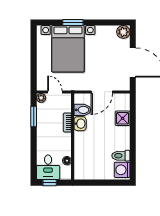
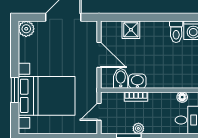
plant: (41, 98) -> (138, 128), moved

